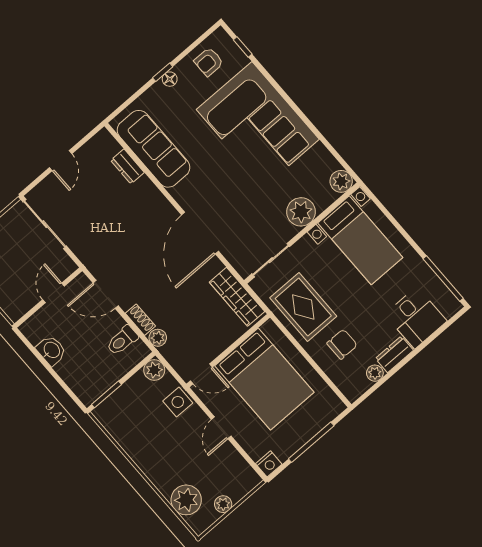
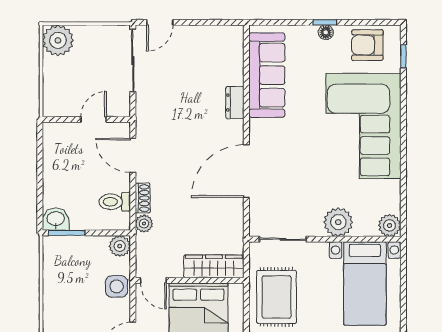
armchair: (209, 62) -> (367, 45), width x1.38, depth x1.38
door: (61, 161) -> (160, 22), moved
dresser: (127, 166) -> (235, 102), moved
wardrobe: (237, 297) -> (214, 266), moved, turned 90
washbasin: (51, 350) -> (56, 219), moved, turned -90

